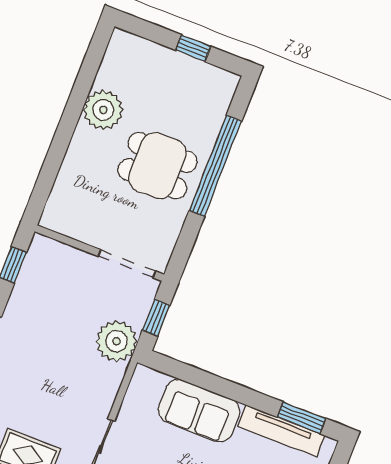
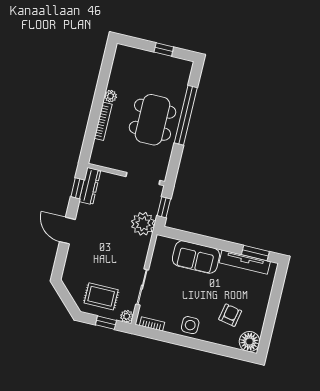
plant: (103, 110) -> (111, 96), width x0.53, depth x0.53
bookcase: (73, 156) -> (103, 121), added
dining table: (157, 166) -> (153, 120), width x1.38
dresser: (35, 264) -> (90, 186), added

